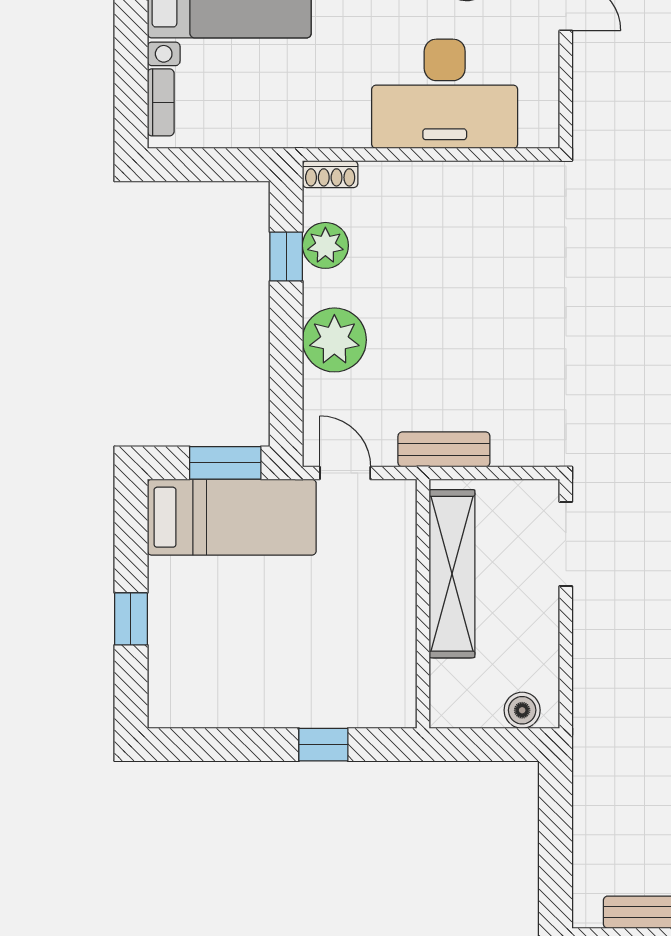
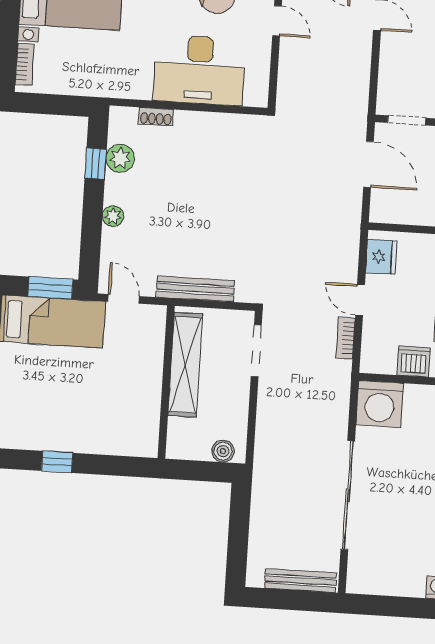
shoe rack: (330, 174) -> (156, 117), moved
plant: (334, 340) -> (113, 216), width x0.53, depth x0.53
bench: (444, 449) -> (195, 289), width x1.36
window: (323, 745) -> (57, 462), moved

